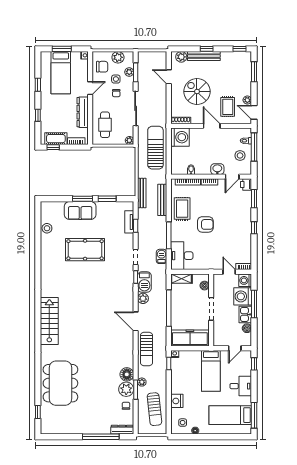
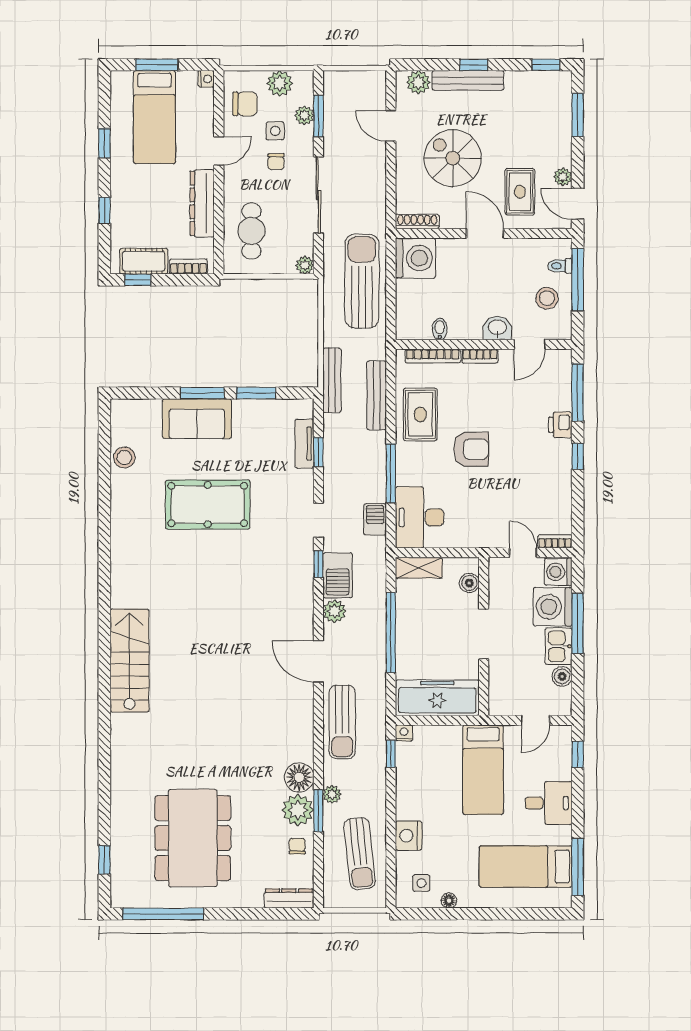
printer: (246, 185) -> (560, 425), moved
window: (254, 199) -> (578, 392), width x1.44
dining table: (60, 383) -> (193, 838), moved
window: (101, 437) -> (163, 914), moved

